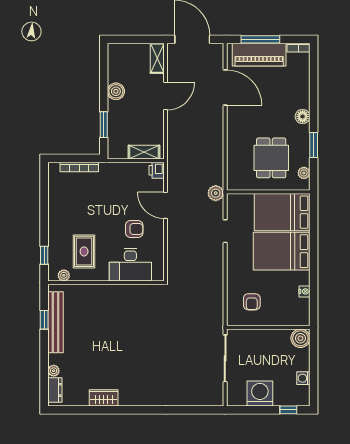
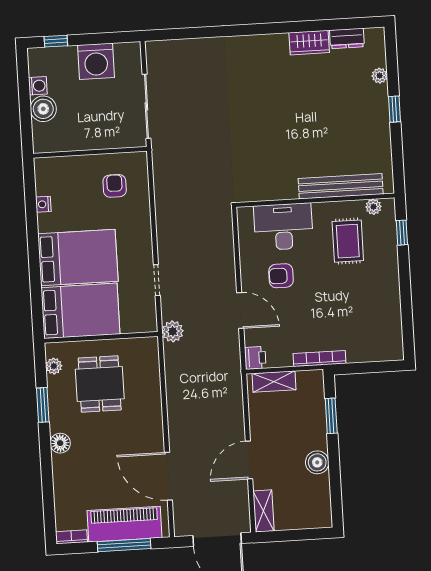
bookcase: (79, 167) -> (320, 358), moved
window: (44, 320) -> (395, 109), moved
bench: (56, 322) -> (341, 186), moved, turned 90
boiler: (300, 338) -> (43, 109), moved
dresser: (55, 390) -> (347, 38), moved, turned -90

